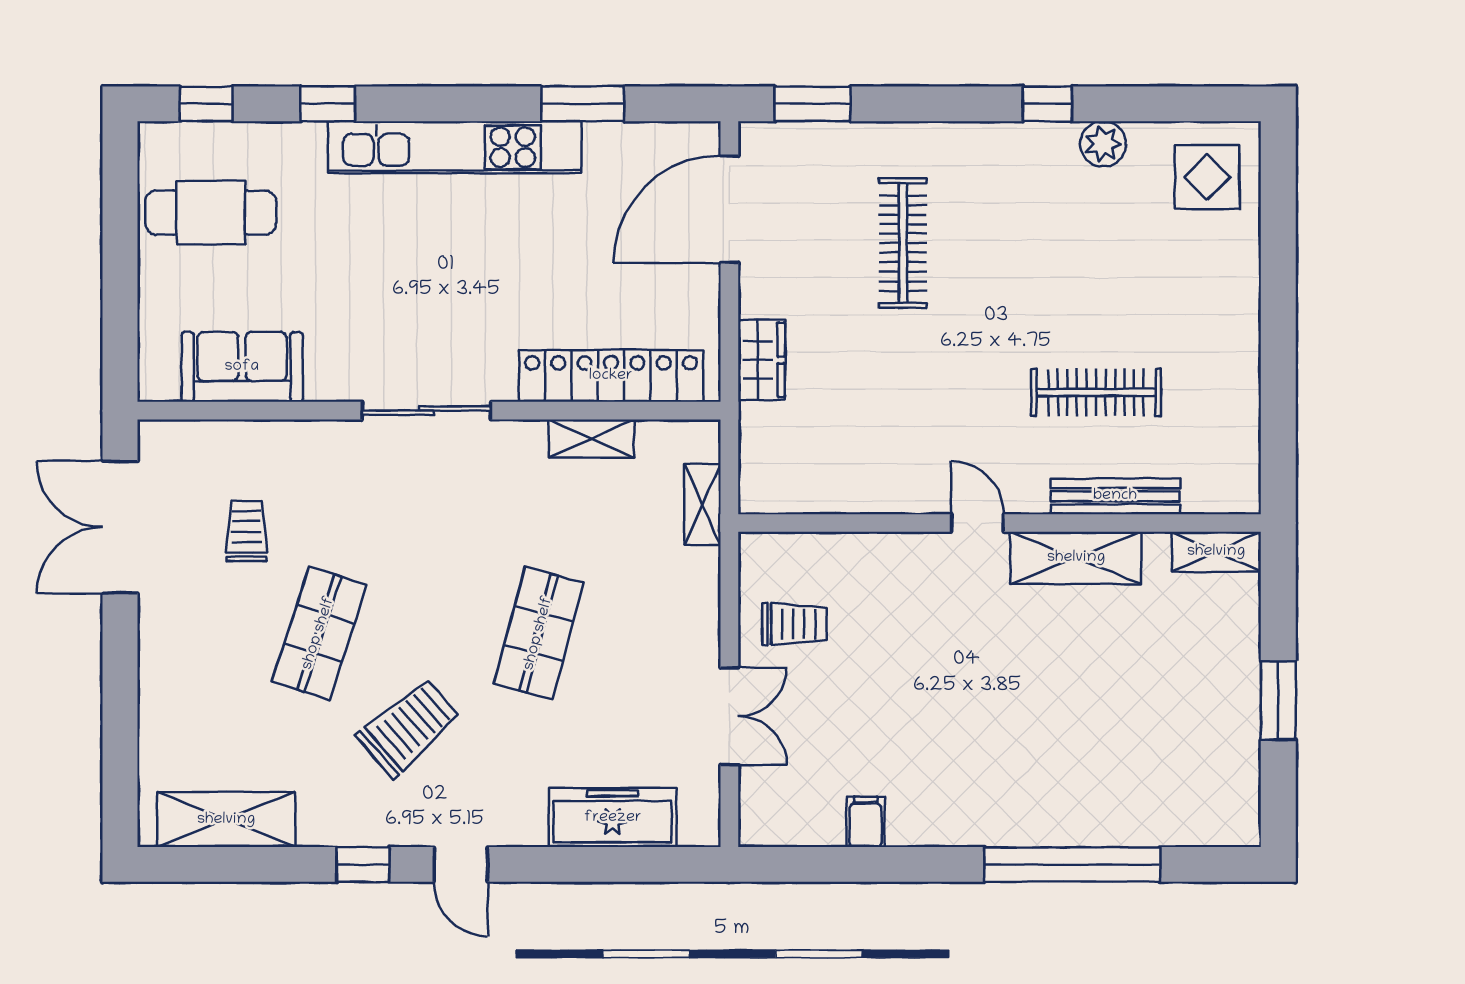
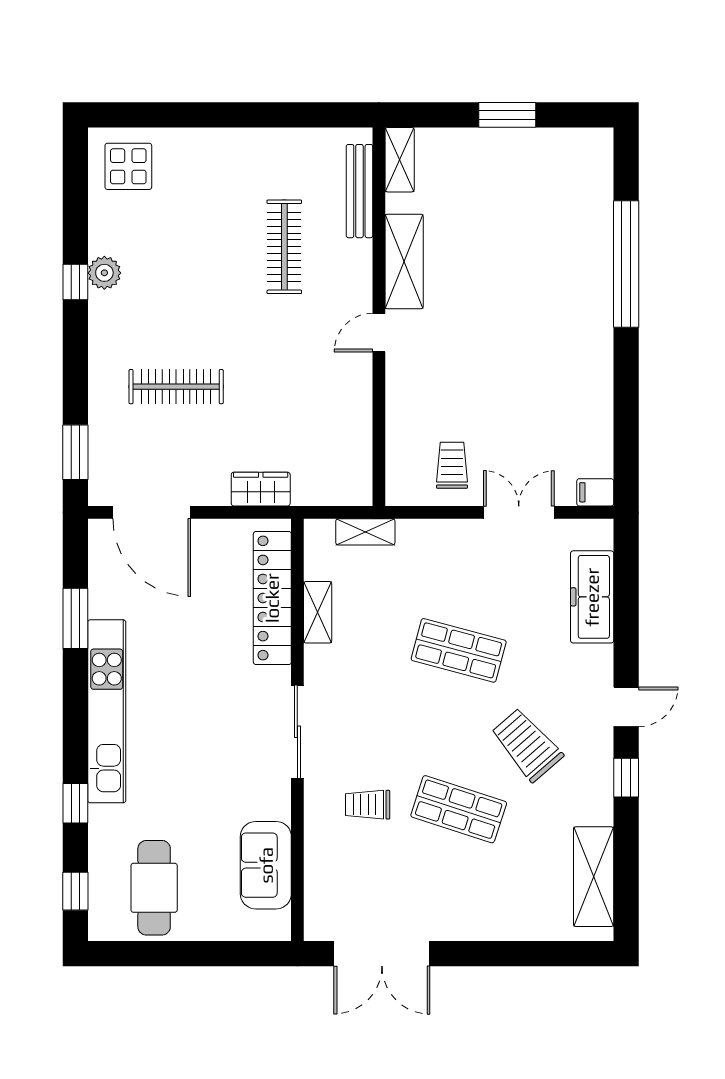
plant: (1103, 144) -> (104, 273), moved
bench: (1115, 496) -> (359, 191), moved
trolley: (247, 531) -> (368, 805), moved
filing cabinet: (866, 822) -> (595, 492), moved

